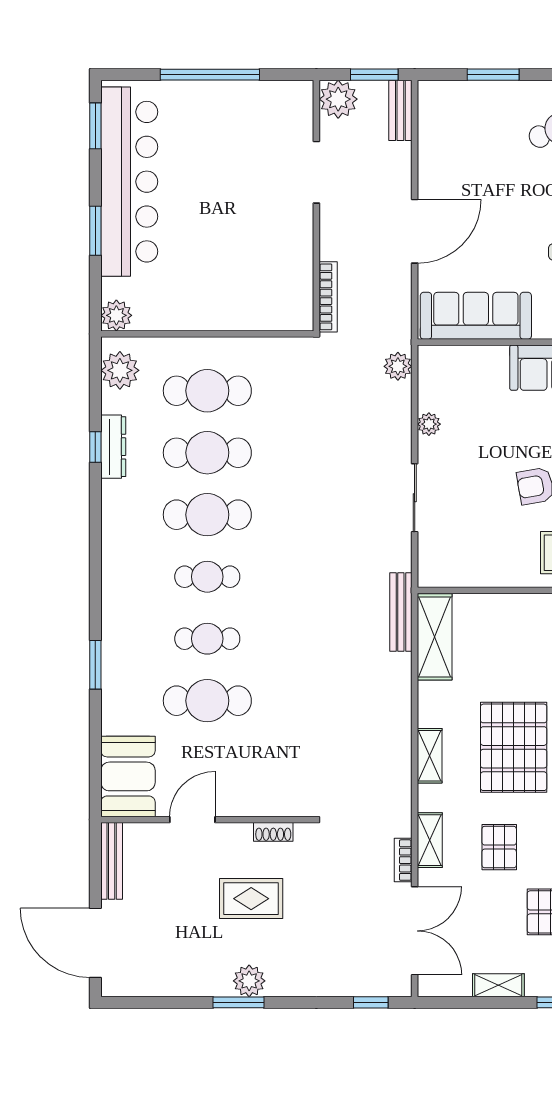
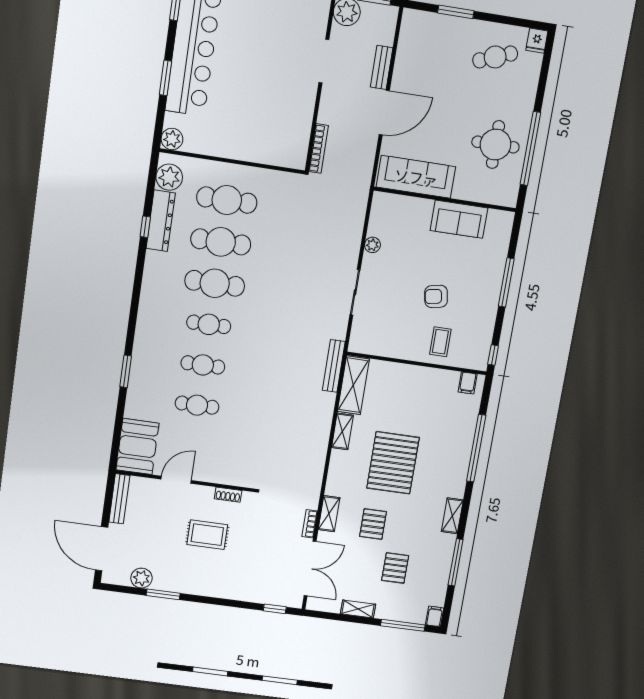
bench: (400, 110) -> (382, 67), moved
plant: (398, 366) -> (358, 203), removed
dresser: (113, 447) -> (161, 221), width x1.37, depth x1.24
cafe table: (207, 701) -> (197, 405), width x0.73, depth x0.74
shelving: (430, 756) -> (342, 431), moved
plant: (249, 981) -> (141, 578), moved
window: (239, 1002) -> (163, 594), moved

